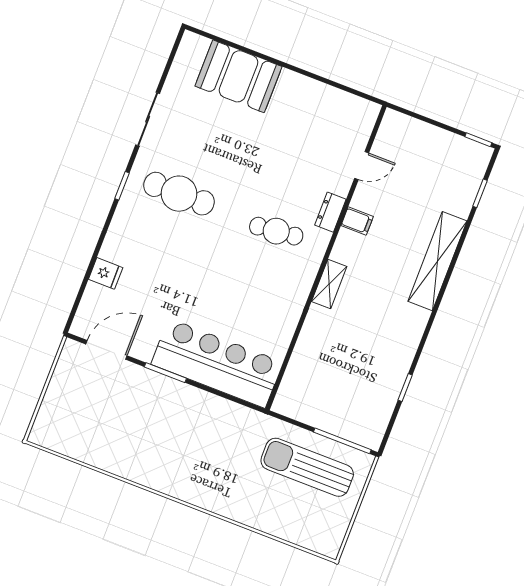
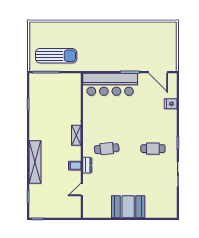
booth: (239, 76) -> (128, 207), moved
cafe table: (179, 194) -> (153, 149), width x0.73, depth x0.74
door: (106, 350) -> (158, 72), hinge flipped

